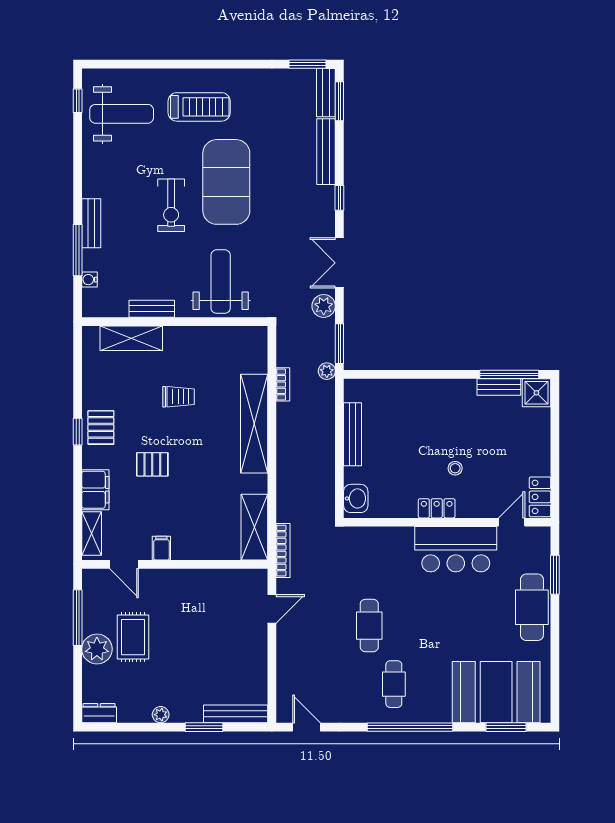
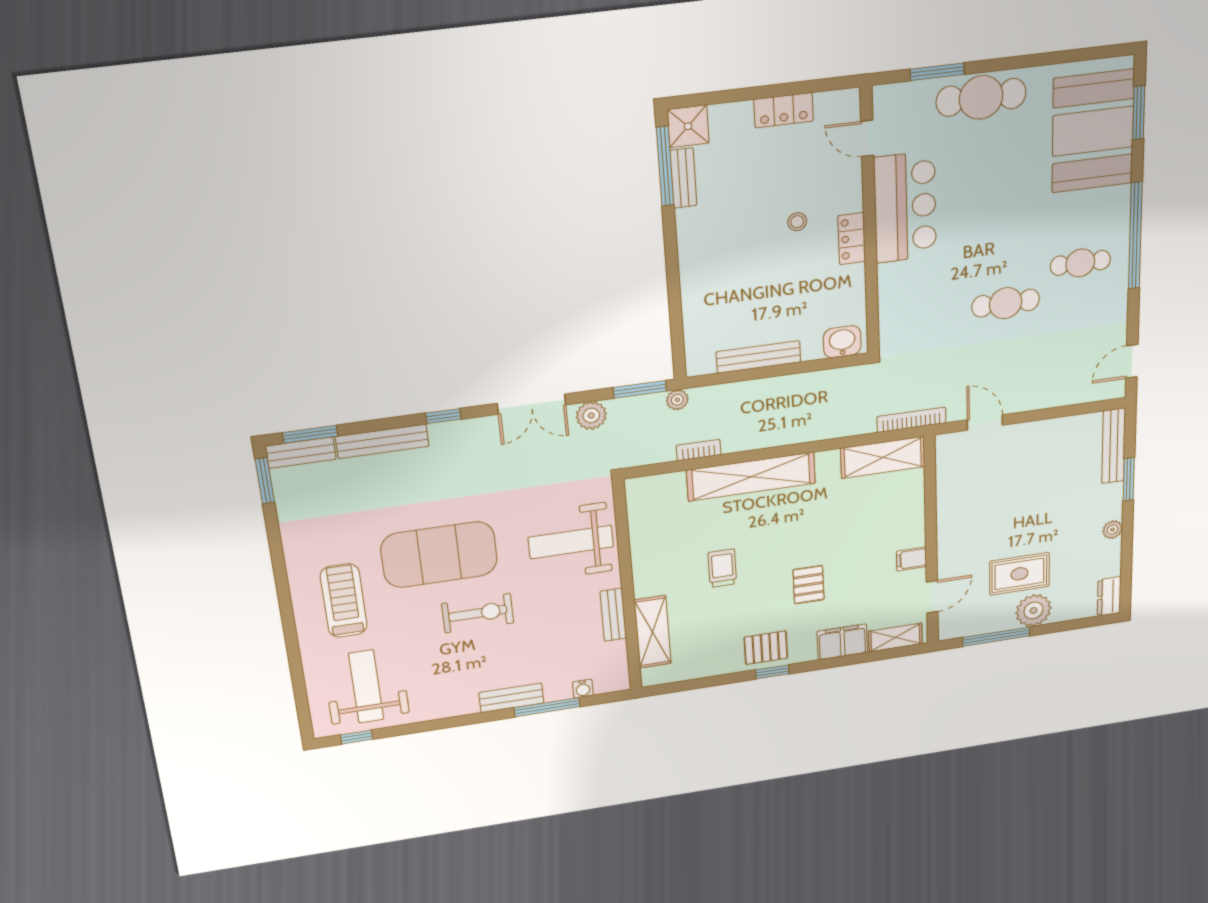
locker: (540, 497) -> (784, 110), moved

